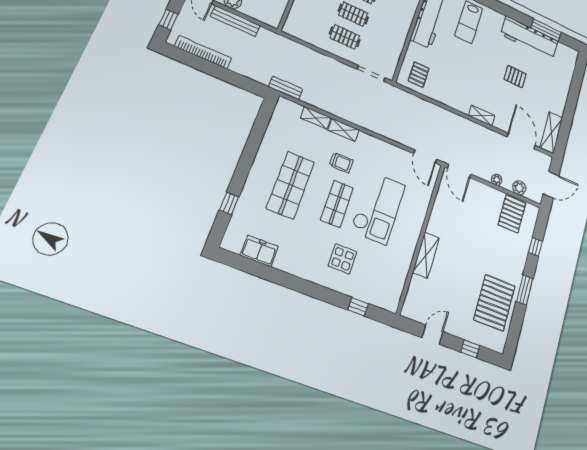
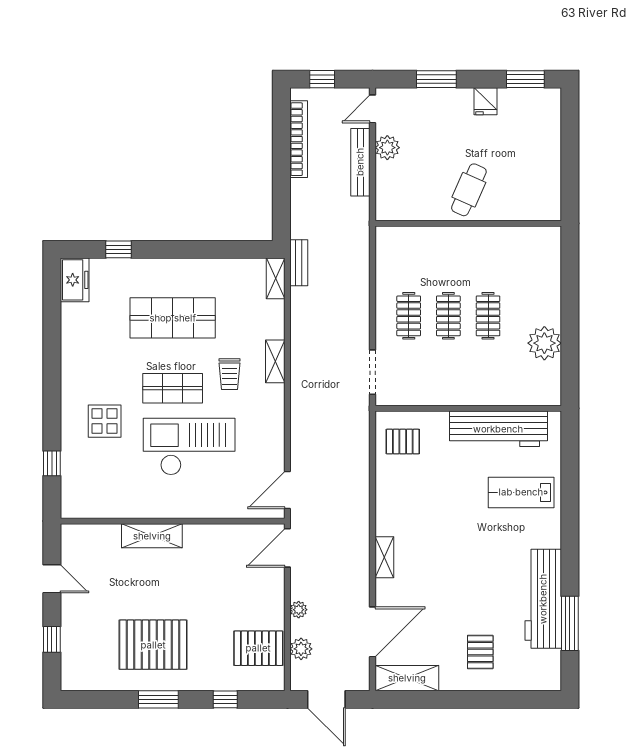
pallet: (515, 77) -> (480, 652), moved
shelving: (316, 118) -> (276, 278), moved
checkout: (378, 208) -> (189, 447), turned 180
freezer: (259, 251) -> (75, 280), moved
pallet: (494, 303) -> (153, 645), moved

